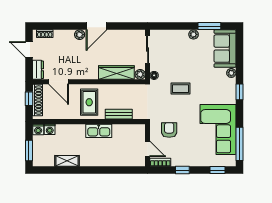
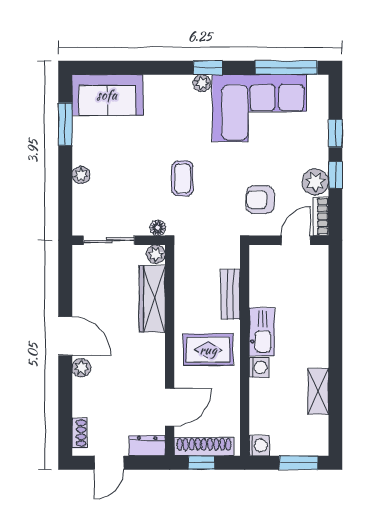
plant: (194, 34) -> (81, 175), moved
plant: (231, 73) -> (202, 83), moved
window: (239, 92) -> (208, 68), moved
washing machine: (50, 129) -> (259, 368), moved
plant: (179, 159) -> (315, 182), added
window: (218, 170) -> (335, 133), moved

